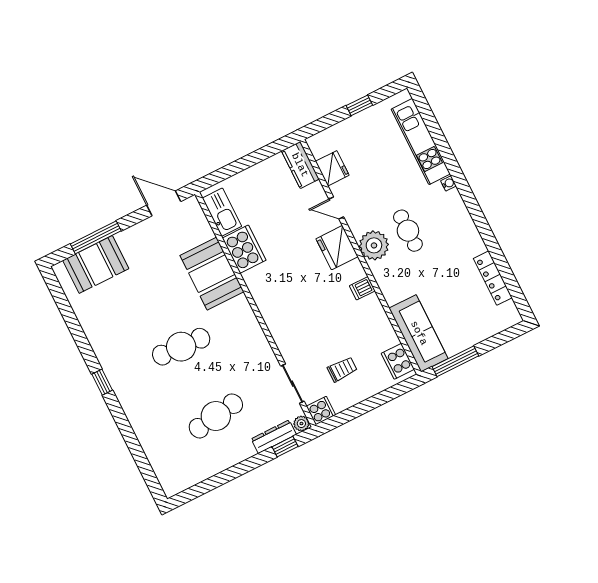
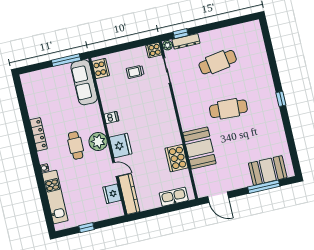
kitchen counter: (300, 165) -> (129, 194), width x1.50
kitchen sink: (222, 212) -> (174, 197), moved, turned 90
locker: (493, 278) -> (38, 134), moved

